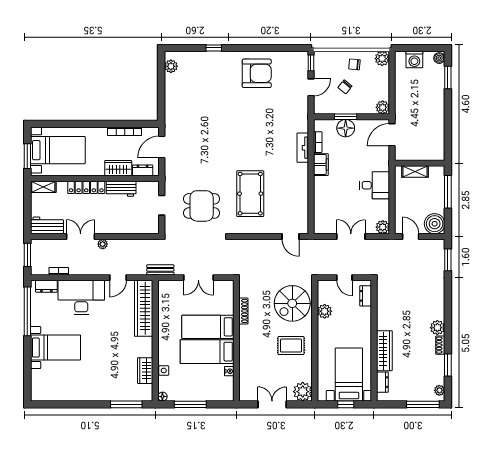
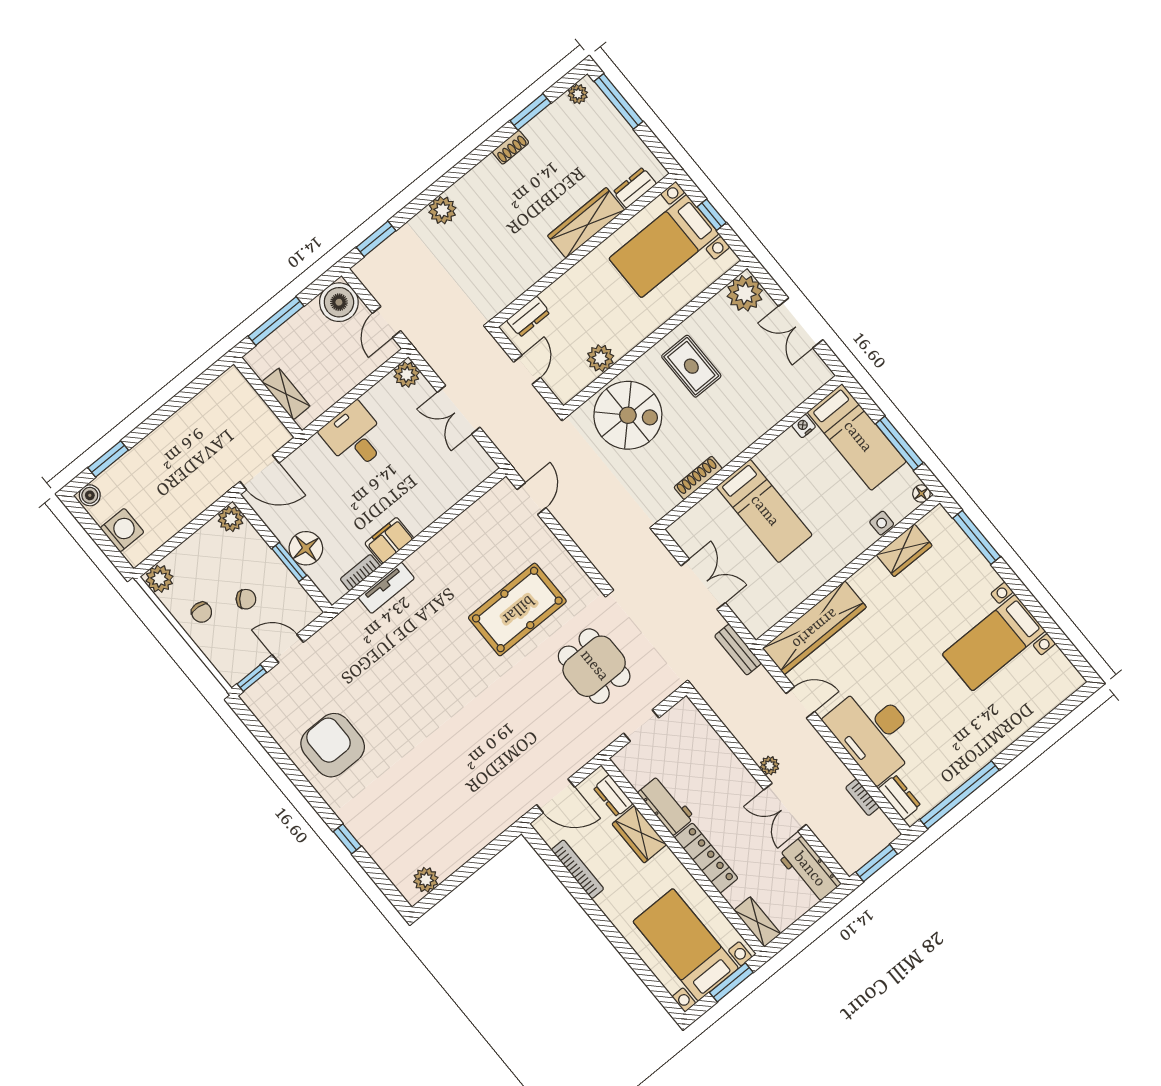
plant: (437, 328) -> (442, 210), moved
bed with nightstands: (55, 348) -> (994, 643), moved, turned -90
bed: (207, 352) -> (857, 437), moved

